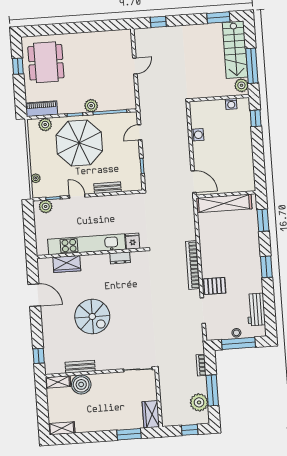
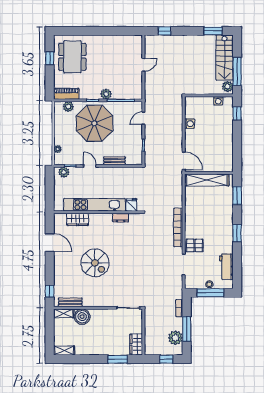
bench: (80, 367) -> (70, 302), moved

